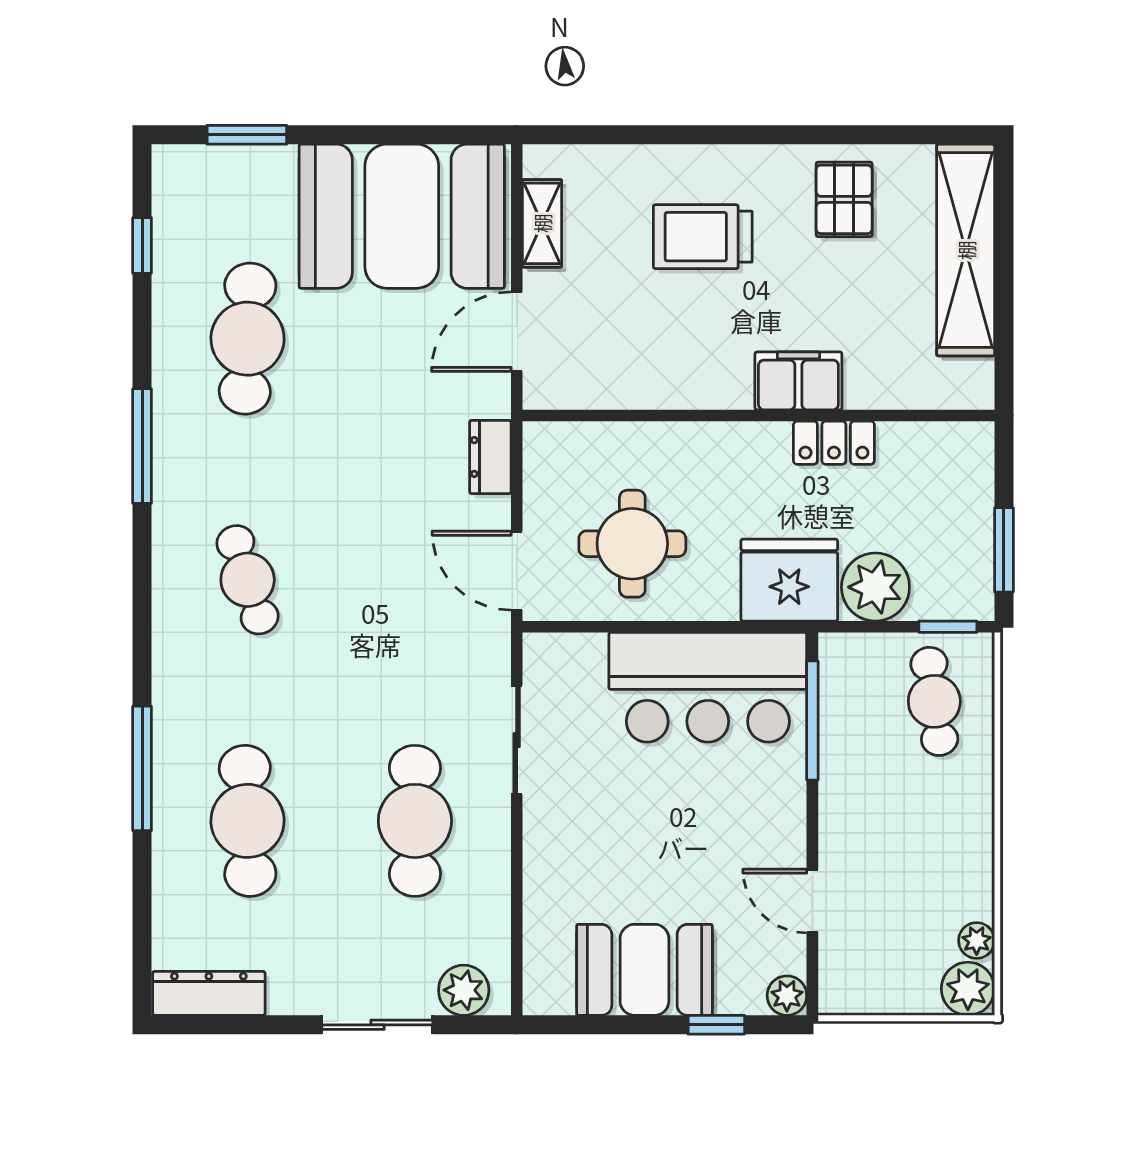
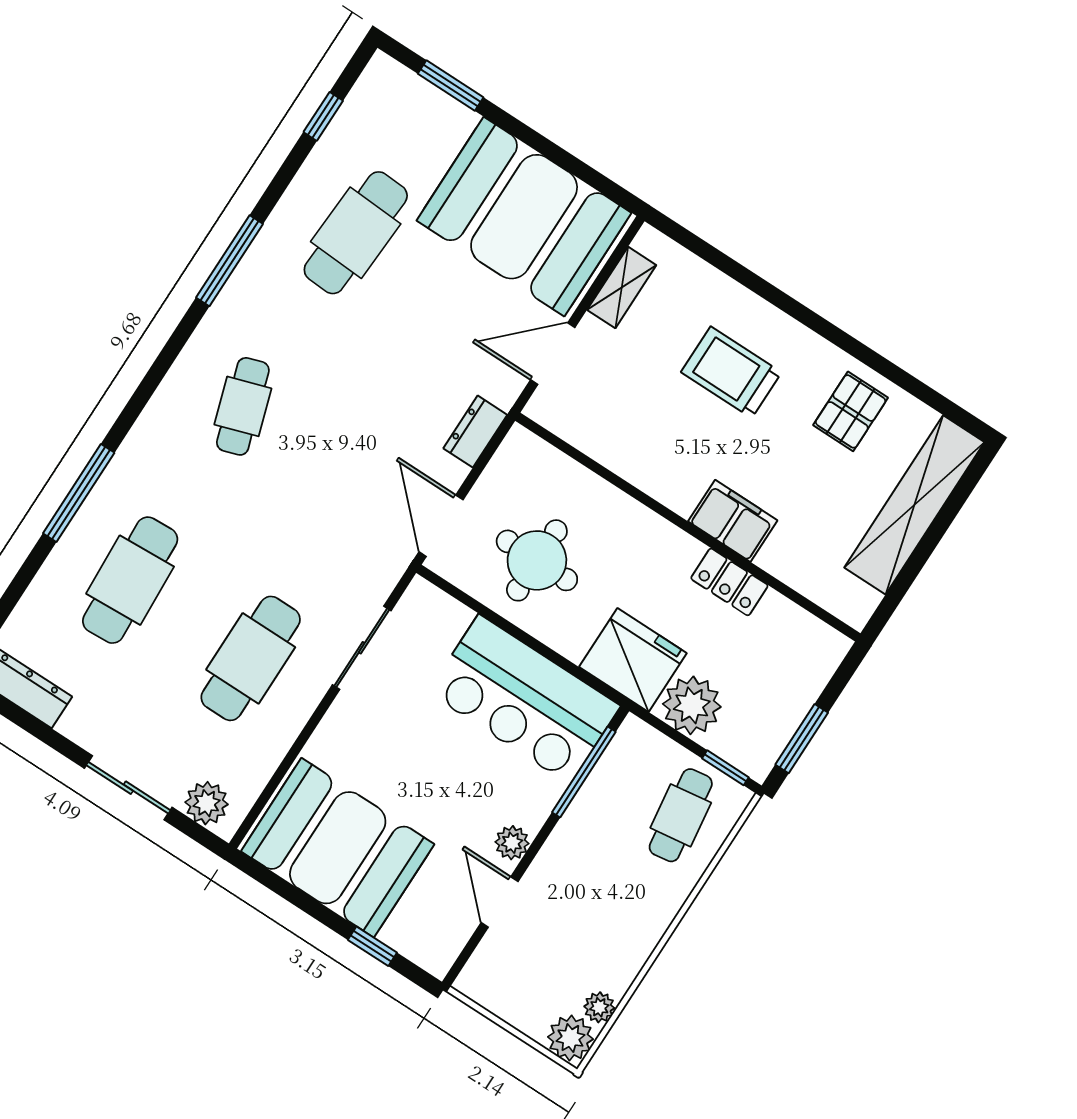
booth: (644, 970) -> (338, 848), width x1.36, depth x1.42
plant: (787, 996) -> (512, 843), moved

